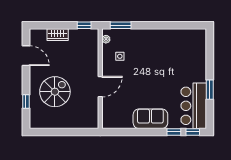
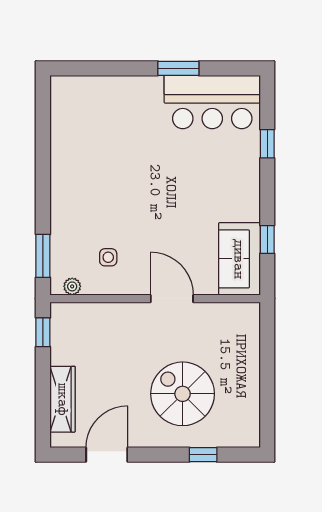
wardrobe: (58, 35) -> (63, 399), width x1.50
sofa: (150, 119) -> (239, 259), moved
window: (193, 132) -> (267, 240), moved

